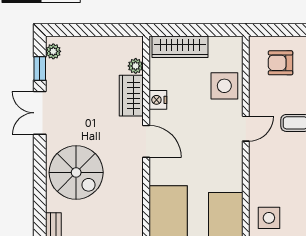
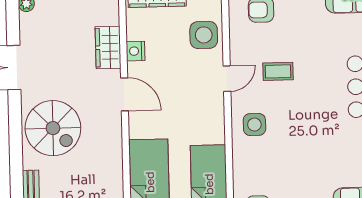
plant: (136, 66) -> (112, 17), removed
window: (40, 69) -> (13, 22), removed
side table: (269, 218) -> (254, 125), moved

